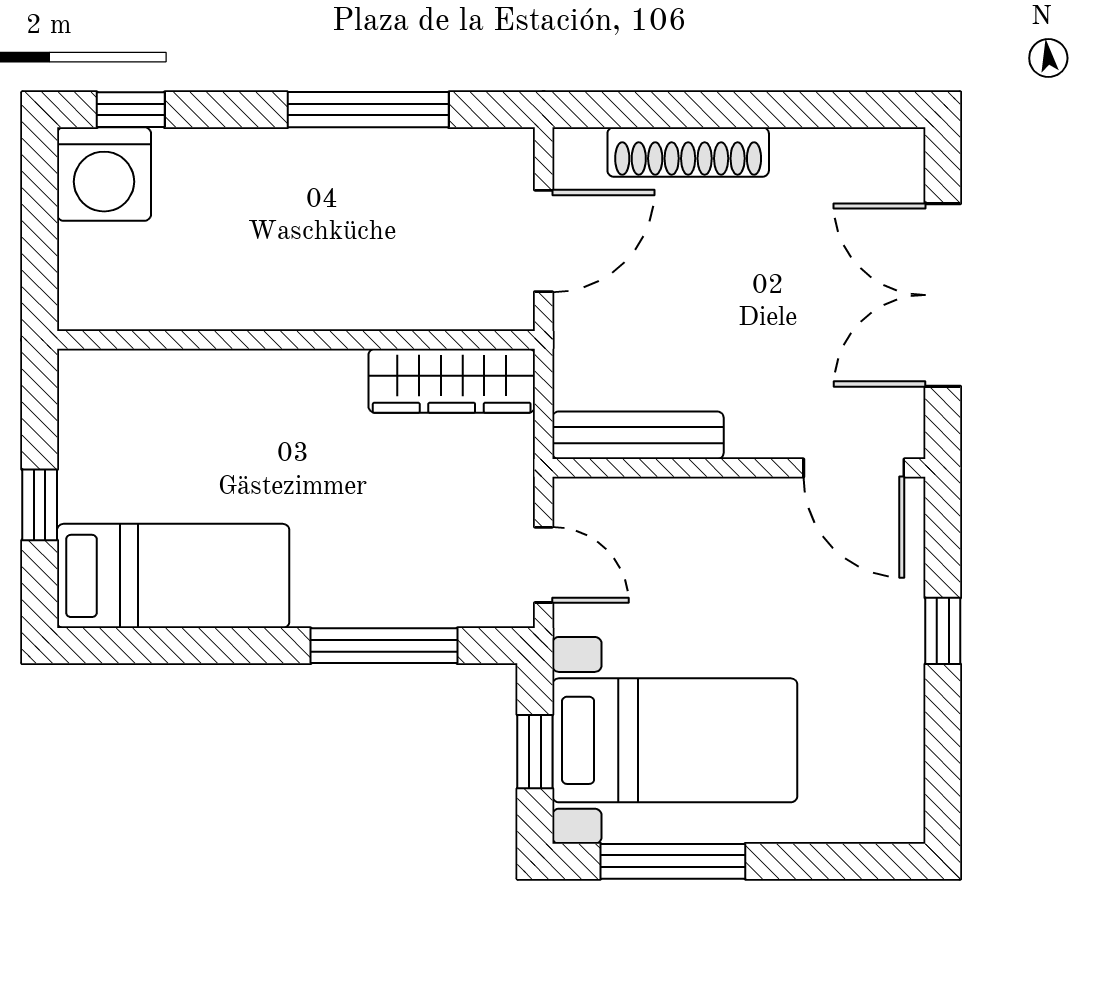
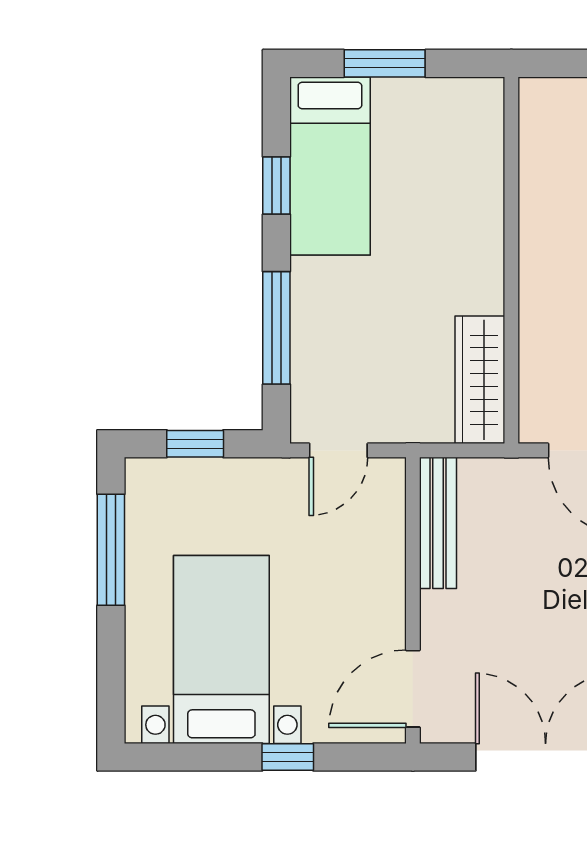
window: (40, 505) -> (385, 63), width x1.50
window: (199, 646) -> (276, 186), added
bed with nightstands: (675, 740) -> (221, 650), moved, turned 180

